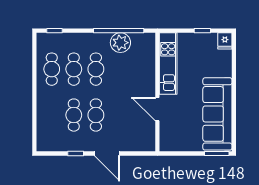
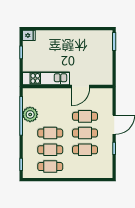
sofa: (217, 114) -> (84, 41), removed
cafe table: (118, 115) -> (85, 116), added

